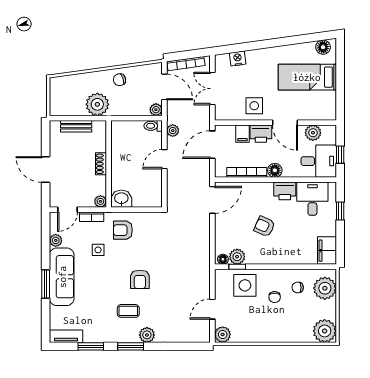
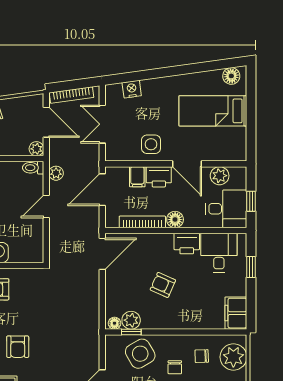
side table: (245, 285) -> (140, 354), turned -30

